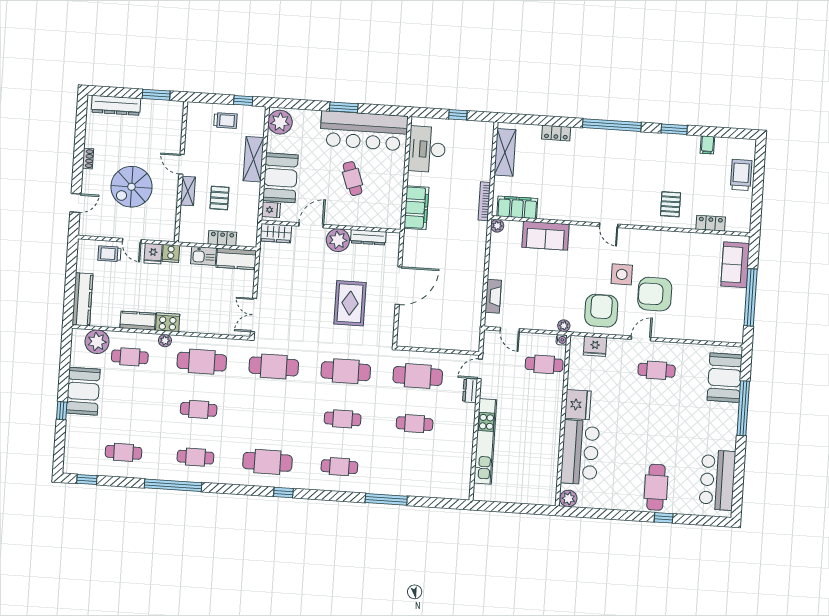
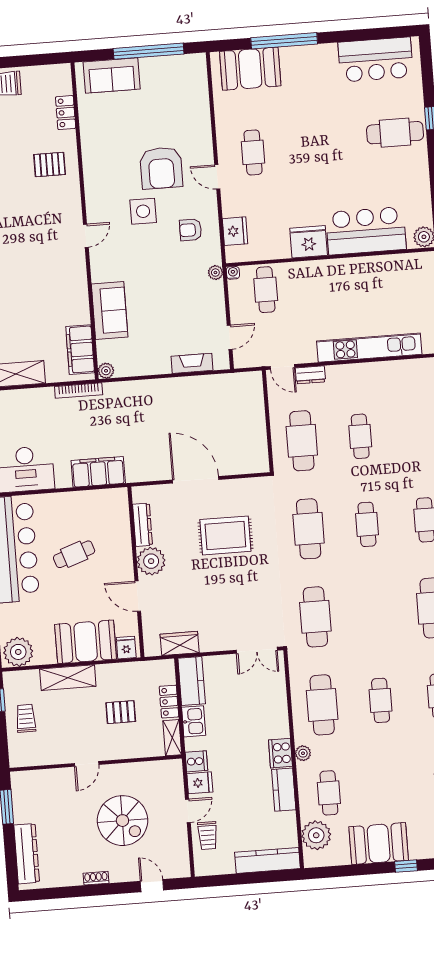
shelving: (188, 191) -> (172, 738), moved, turned 90
wardrobe: (276, 233) -> (180, 643), moved, turned -90
armchair: (601, 311) -> (191, 230), width x0.53, depth x0.53

